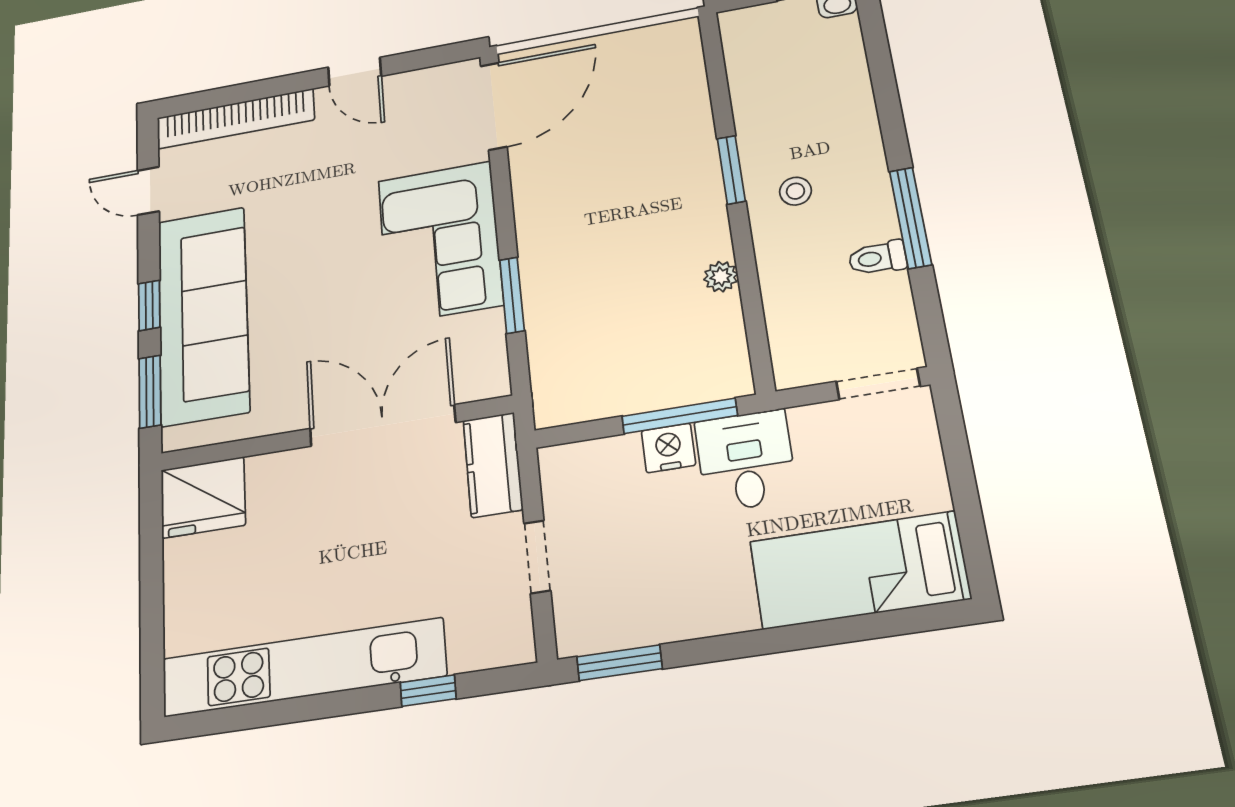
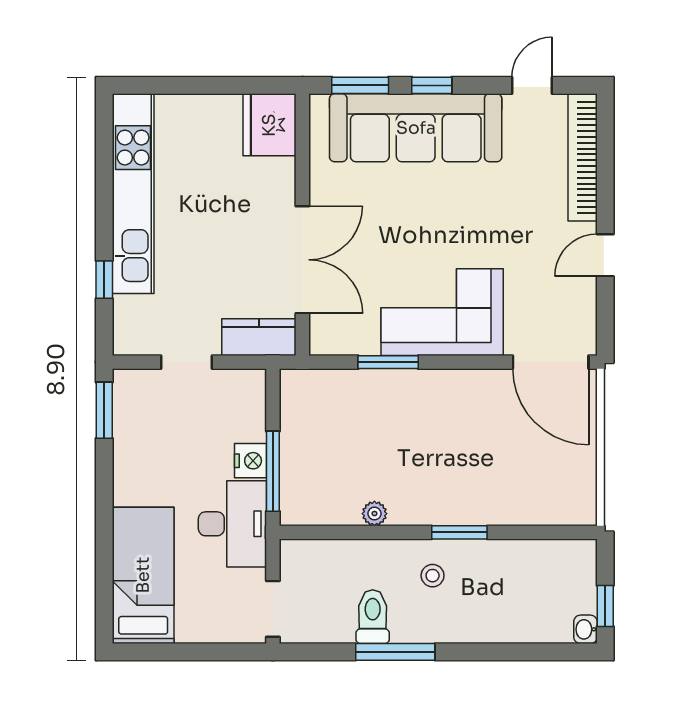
toilet: (878, 258) -> (373, 617), width x1.37, depth x1.39
desk: (746, 460) -> (232, 524), width x1.37

